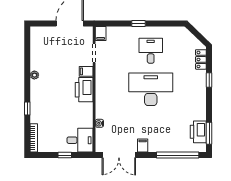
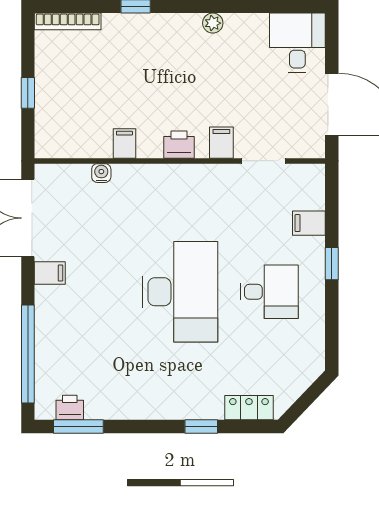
filing cabinet: (101, 33) -> (309, 223), moved
printer: (84, 90) -> (179, 145), width x0.53, depth x0.68
filing cabinet: (87, 113) -> (124, 143), added
printer: (198, 132) -> (70, 408), width x0.53, depth x0.68
desk: (80, 140) -> (297, 43), moved, turned 180

